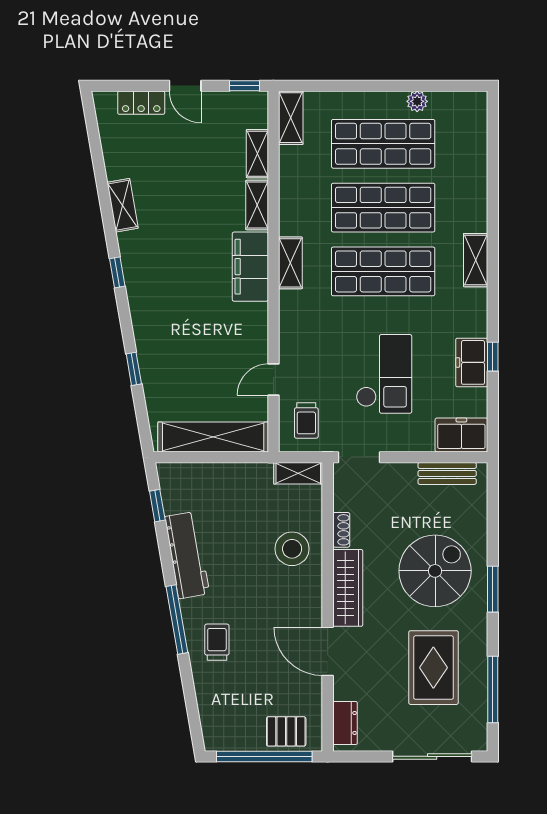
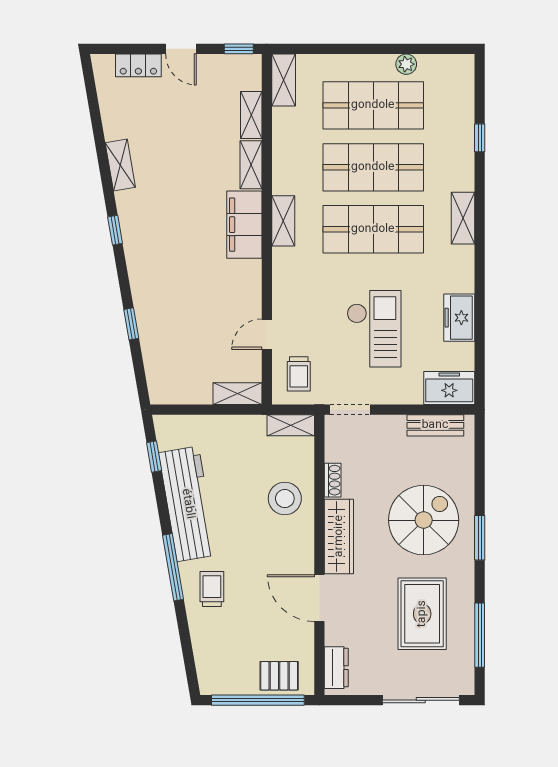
window: (493, 357) -> (480, 138), moved
shelving: (213, 437) -> (237, 394), width x0.45, depth x0.75
workbench: (187, 555) -> (188, 504), width x1.36, depth x1.32

